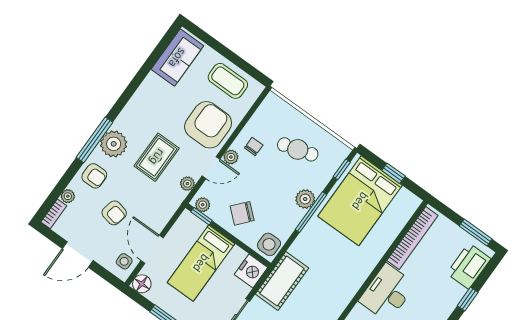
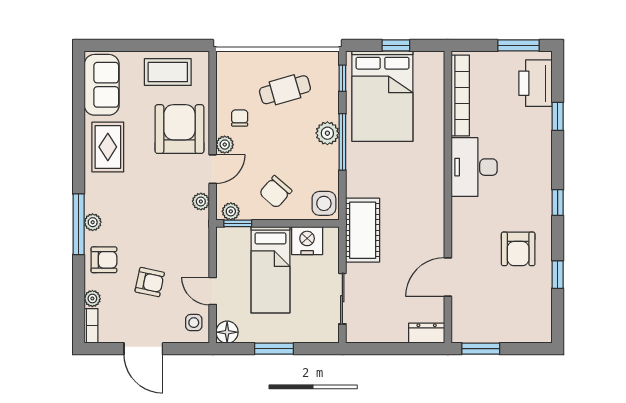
plant: (114, 144) -> (93, 222), width x0.53, depth x0.53
rug: (157, 157) -> (108, 147), moved
door: (152, 249) -> (213, 291), width x0.73
door: (78, 254) -> (143, 349), hinge flipped
nightstand: (251, 271) -> (307, 241), moved, turned -90

